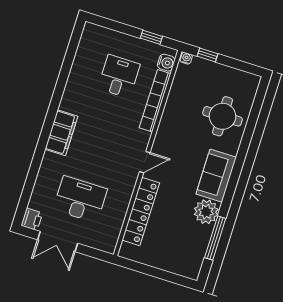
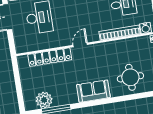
door: (145, 162) -> (80, 45), swing flipped
plant: (206, 212) -> (44, 100), moved

